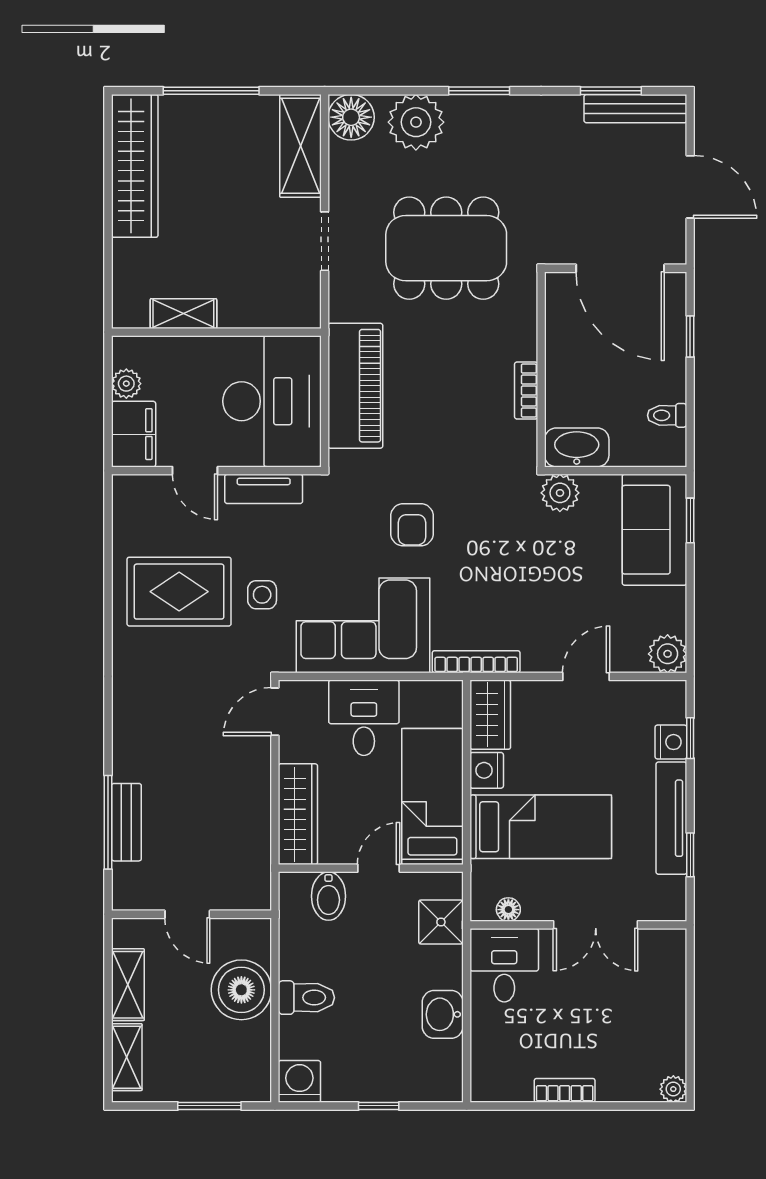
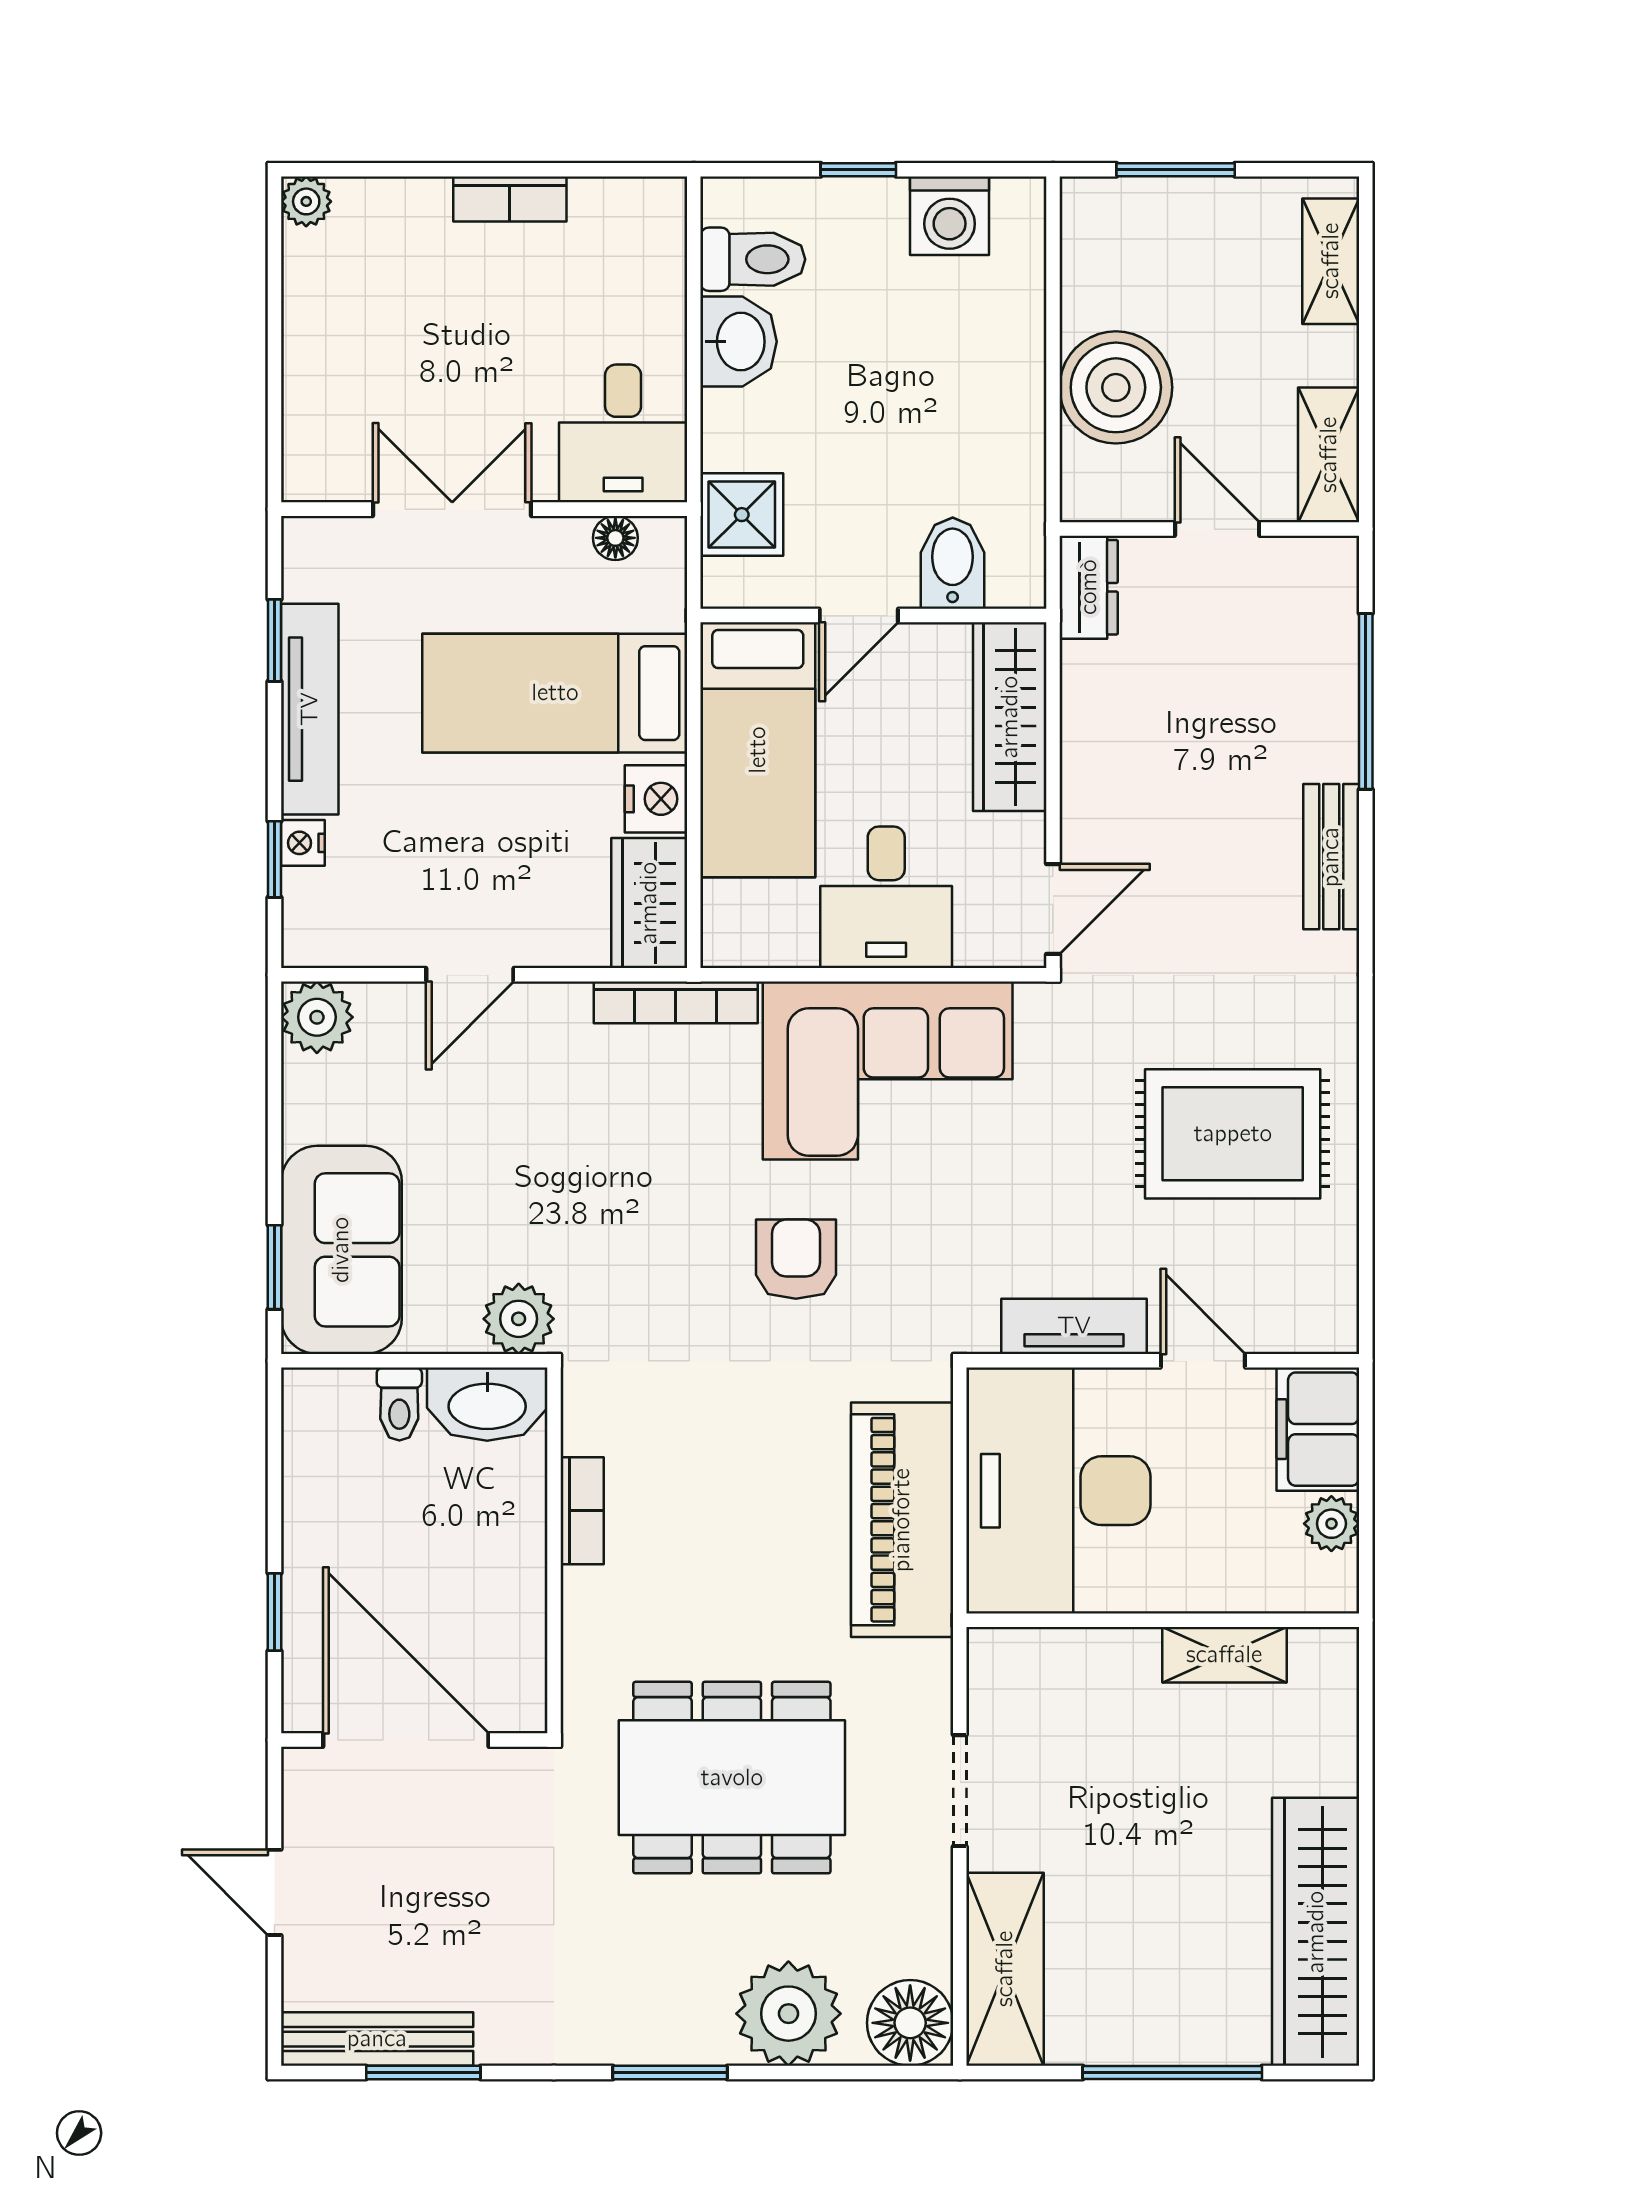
door: (690, 187) -> (275, 1892), width x0.73
toilet: (667, 415) -> (399, 1404), moved, turned 90
side table: (262, 595) -> (1077, 1128), removed
nightstand: (671, 742) -> (303, 843), width x0.72, depth x0.74
bench: (126, 822) -> (1331, 857), moved
dresser: (256, 883) -> (1089, 587), added
shelving: (128, 985) -> (1329, 455), moved
toilet: (306, 998) -> (753, 259), moved, turned 180
washing machine: (299, 1081) -> (950, 216), moved

